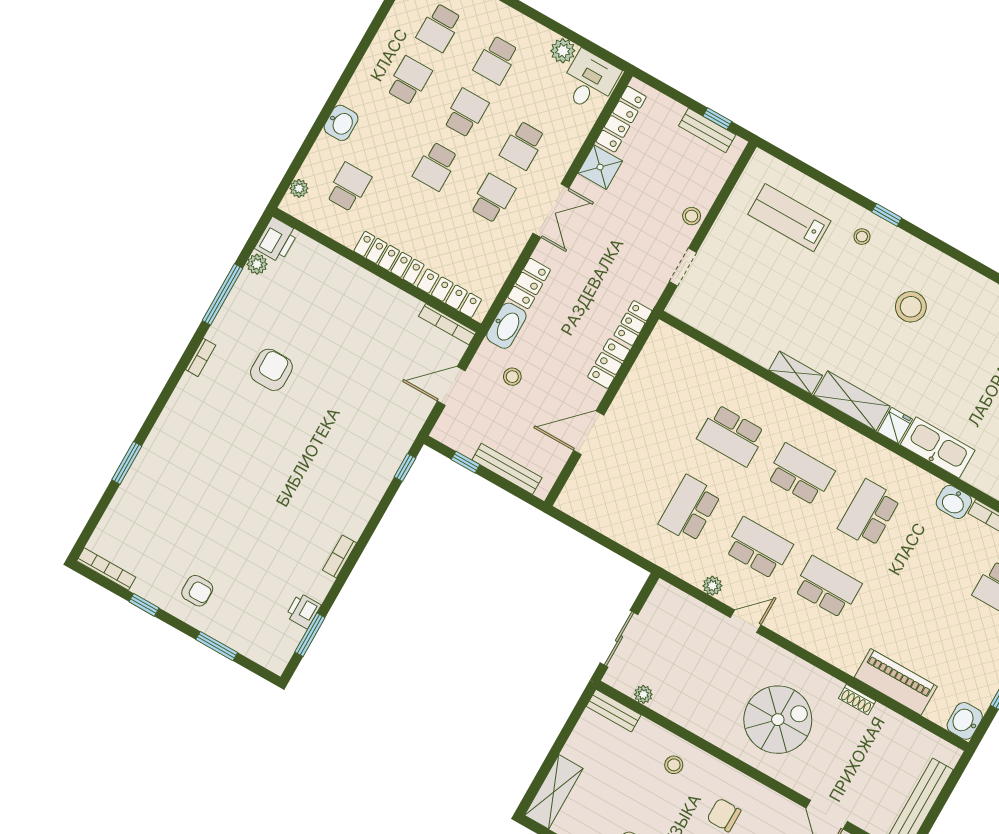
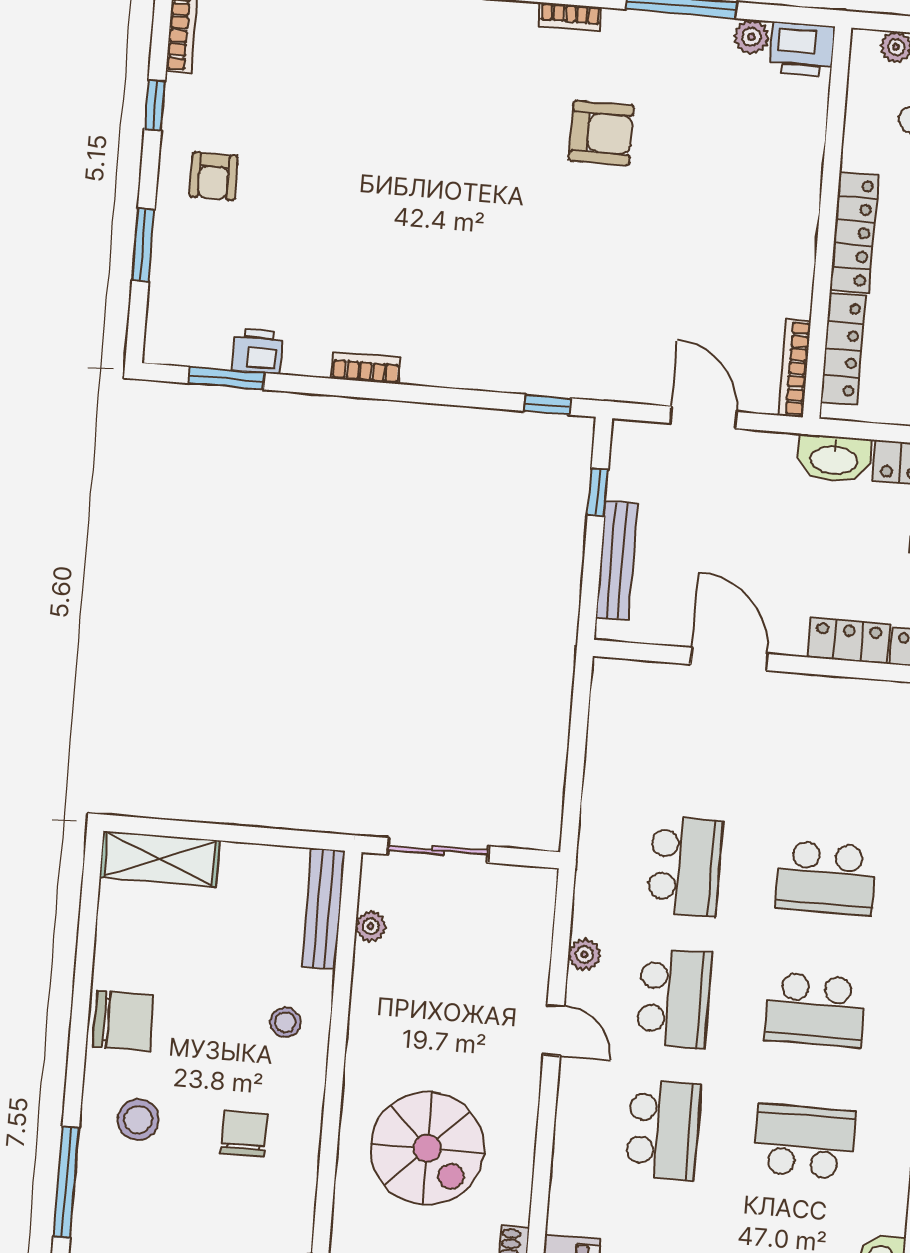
stool: (512, 377) -> (761, 504), removed
school desk: (732, 435) -> (826, 878), turned -90
school desk: (800, 474) -> (815, 1010), turned 90
school desk: (690, 509) -> (685, 866), turned 90
bench: (614, 711) -> (324, 909), width x1.36

